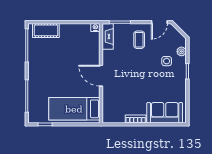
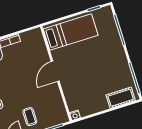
fireplace: (108, 36) -> (61, 110), removed
door: (101, 76) -> (55, 71), swing flipped

